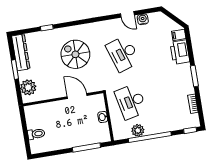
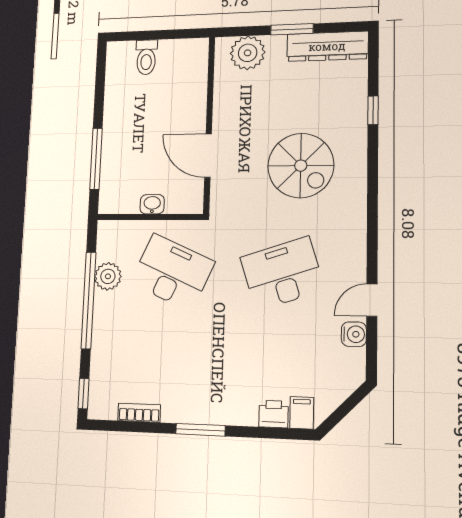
printer: (180, 52) -> (274, 414), width x0.53, depth x0.68
spiral stairs: (75, 54) -> (301, 166), turned 90
door: (77, 96) -> (208, 156), swing flipped
desk: (131, 102) -> (172, 272), turned 36

